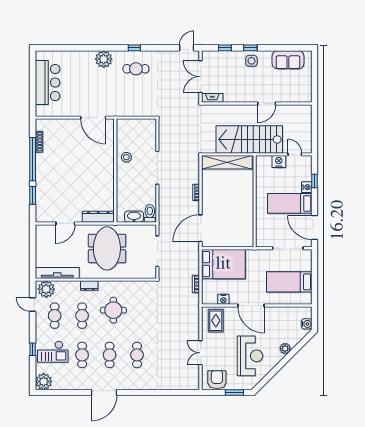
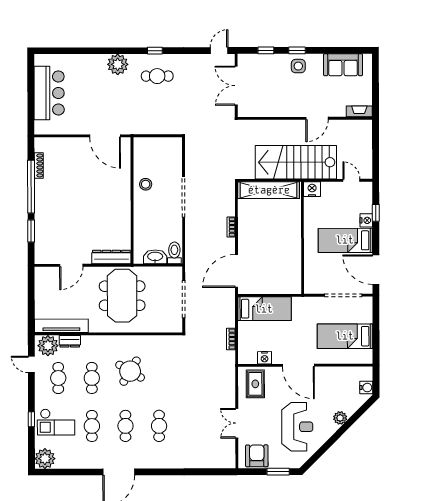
fireplace: (212, 98) -> (359, 111), moved
nightstand: (279, 162) -> (312, 189), moved
bed: (223, 264) -> (264, 309), width x0.67
dresser: (89, 286) -> (70, 341), moved
round table: (113, 310) -> (130, 371), turned 31

